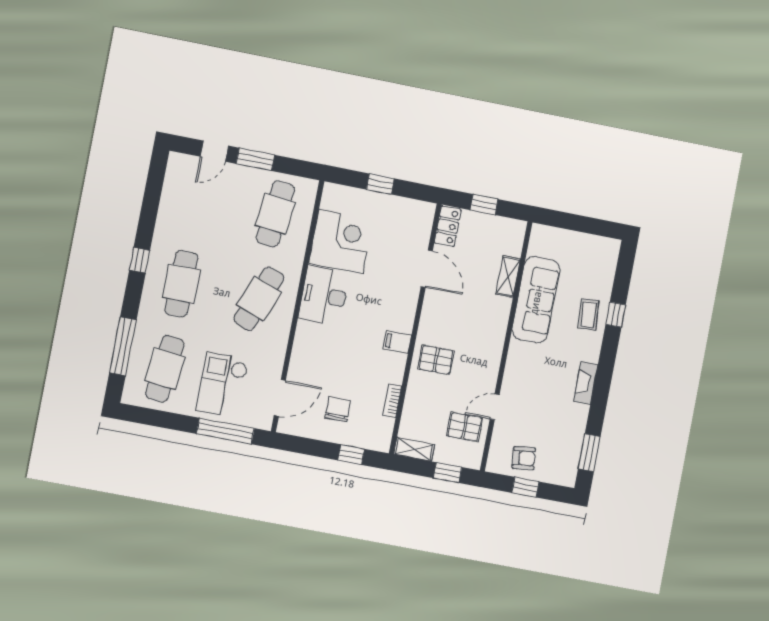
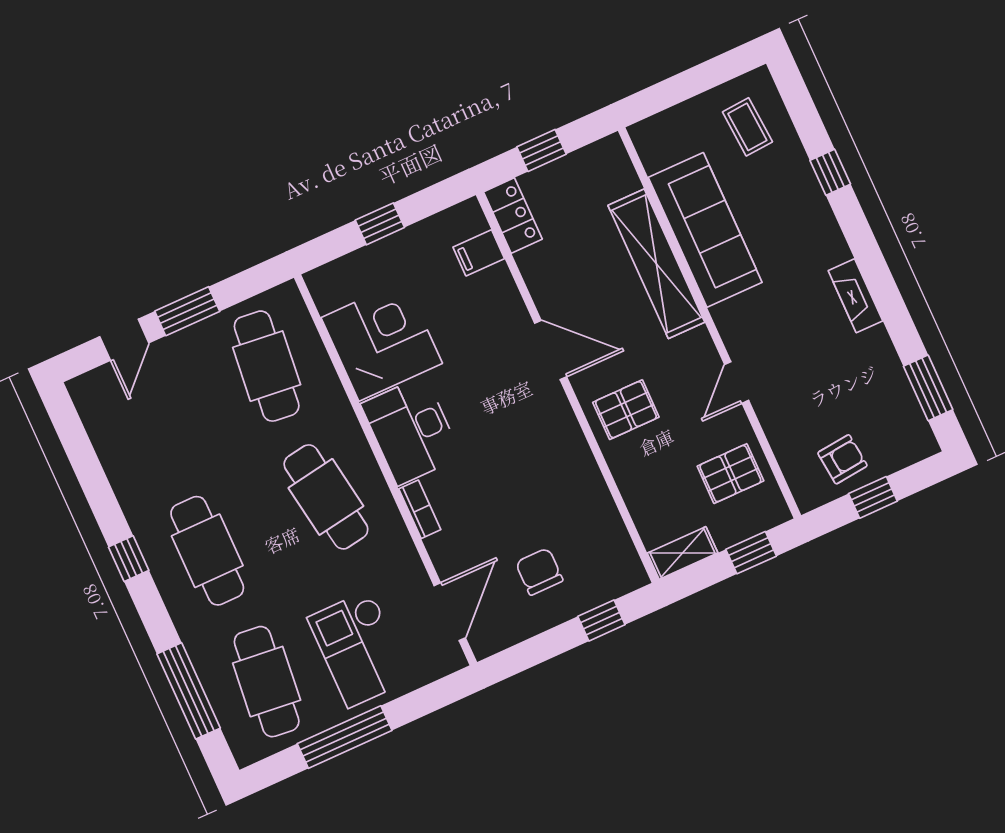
door: (427, 269) -> (551, 350), moved
shelving: (508, 276) -> (656, 264), width x2.20, depth x1.33
cafe table: (259, 299) -> (326, 497), turned -30
coffee table: (589, 314) -> (747, 127), moved
filing cabinet: (397, 342) -> (479, 253), moved
bookcase: (392, 401) -> (420, 509), moved, turned 180
door: (495, 407) -> (737, 382), moved
window: (225, 431) -> (345, 737), moved

